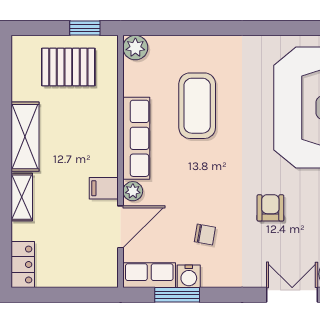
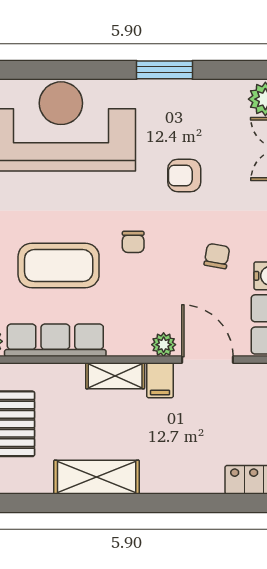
row of seats: (136, 138) -> (55, 340), moved
chair: (216, 166) -> (133, 242), added
shelving: (22, 197) -> (115, 376), moved

